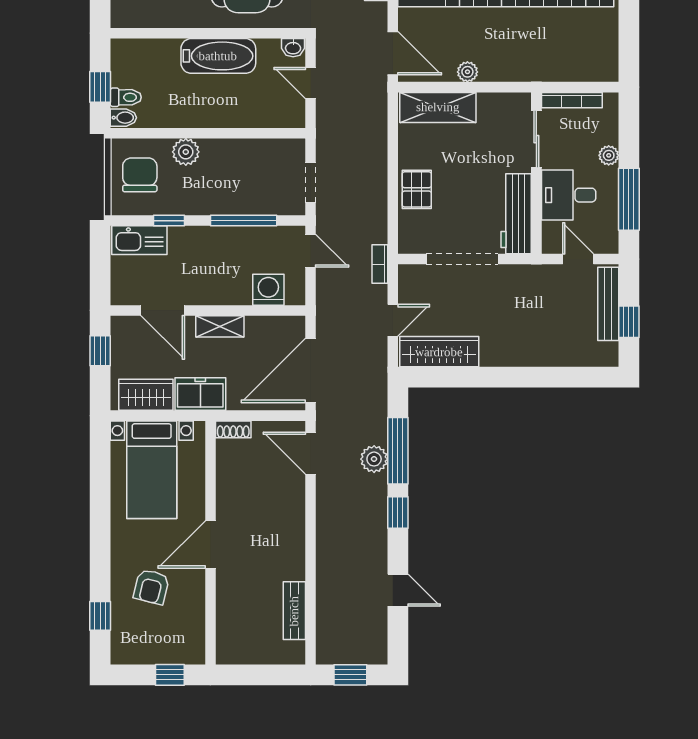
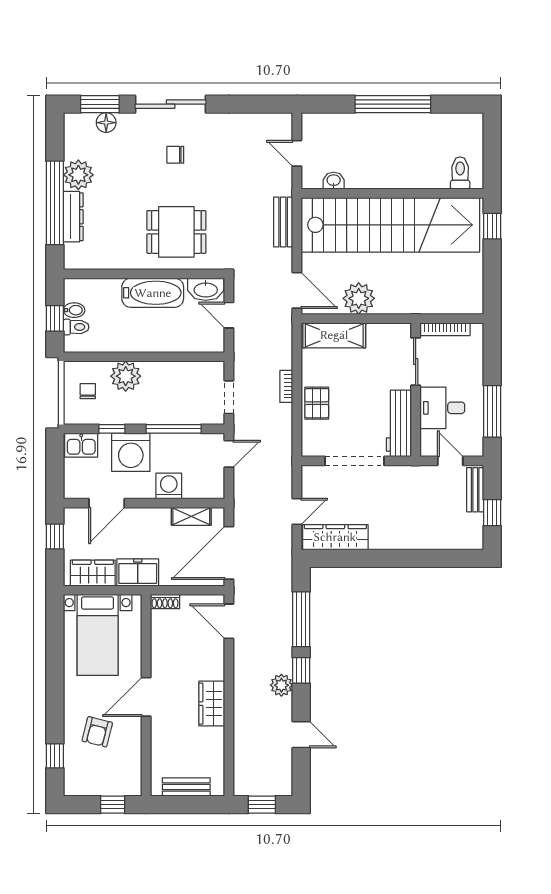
washbasin: (293, 48) -> (206, 289), width x1.91, depth x1.45
plant: (467, 72) -> (359, 298), width x1.87, depth x1.87
bidet: (123, 118) -> (74, 310), moved
plant: (186, 152) -> (126, 376), width x1.36, depth x1.36
plant: (609, 155) -> (476, 375), removed
chair: (140, 175) -> (88, 391), width x0.54, depth x0.54
kitchen sink: (139, 240) -> (81, 445), width x0.73
washing machine: (192, 249) -> (131, 452), added
door: (311, 251) -> (229, 454), hinge flipped
bookcase: (380, 264) -> (286, 386), moved
washing machine: (268, 290) -> (169, 486), moved
bench: (608, 304) -> (475, 490), width x0.73
door: (163, 310) -> (107, 503), hinge flipped
shelving: (220, 326) -> (191, 516), moved
plant: (374, 459) -> (281, 685), moved
wardrobe: (290, 553) -> (212, 704), added
bench: (294, 611) -> (186, 787), moved, turned 90

